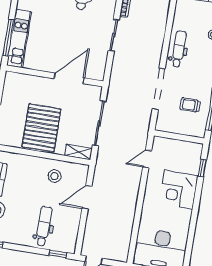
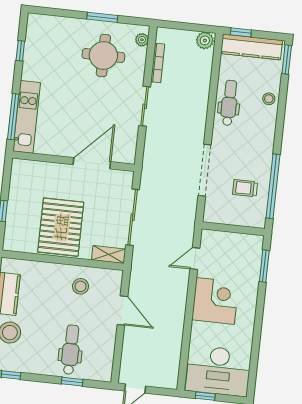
dental chair: (179, 49) -> (229, 103), moved
window: (202, 168) -> (264, 266), width x1.50
corner desk: (179, 190) -> (215, 301), moved, turned 180
door: (87, 197) -> (122, 310), swing flipped
window: (58, 254) -> (72, 382), moved

